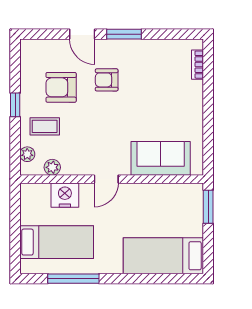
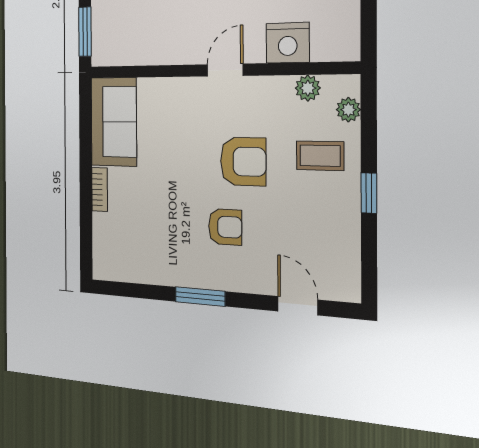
door: (82, 34) -> (298, 306), moved
bookcase: (198, 65) -> (99, 189), moved
armchair: (61, 87) -> (243, 162), moved
sofa: (161, 158) -> (114, 122), moved, turned -90

